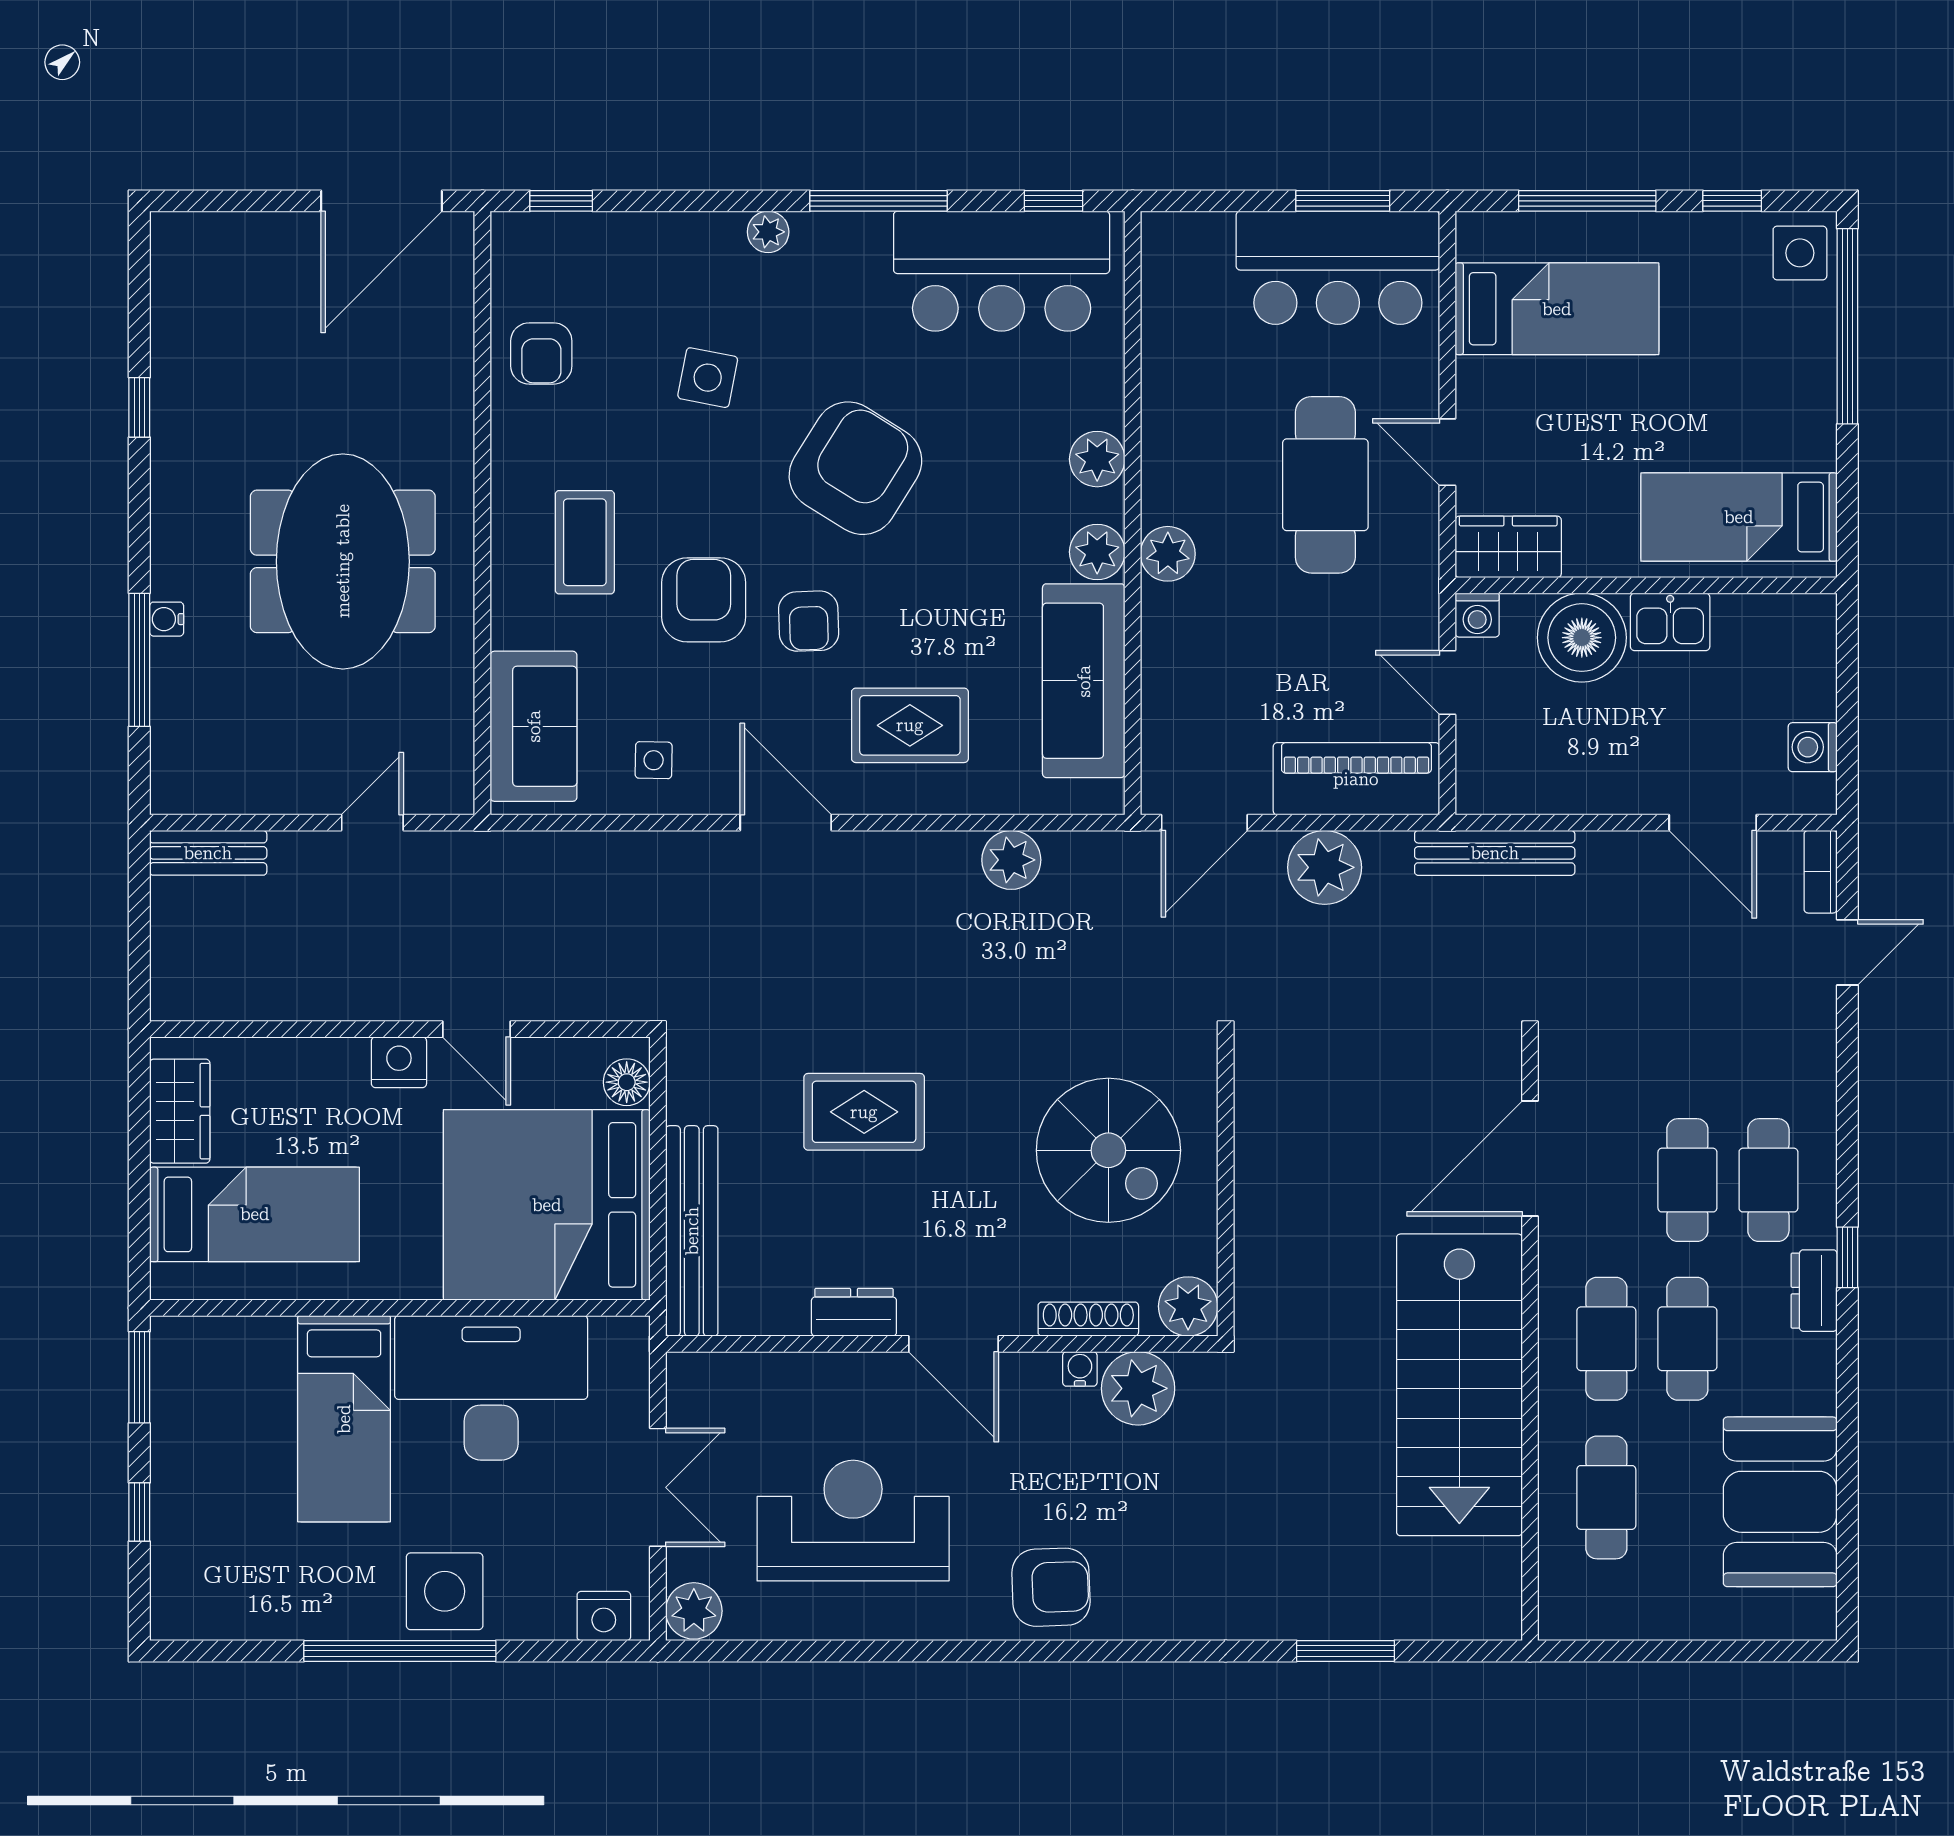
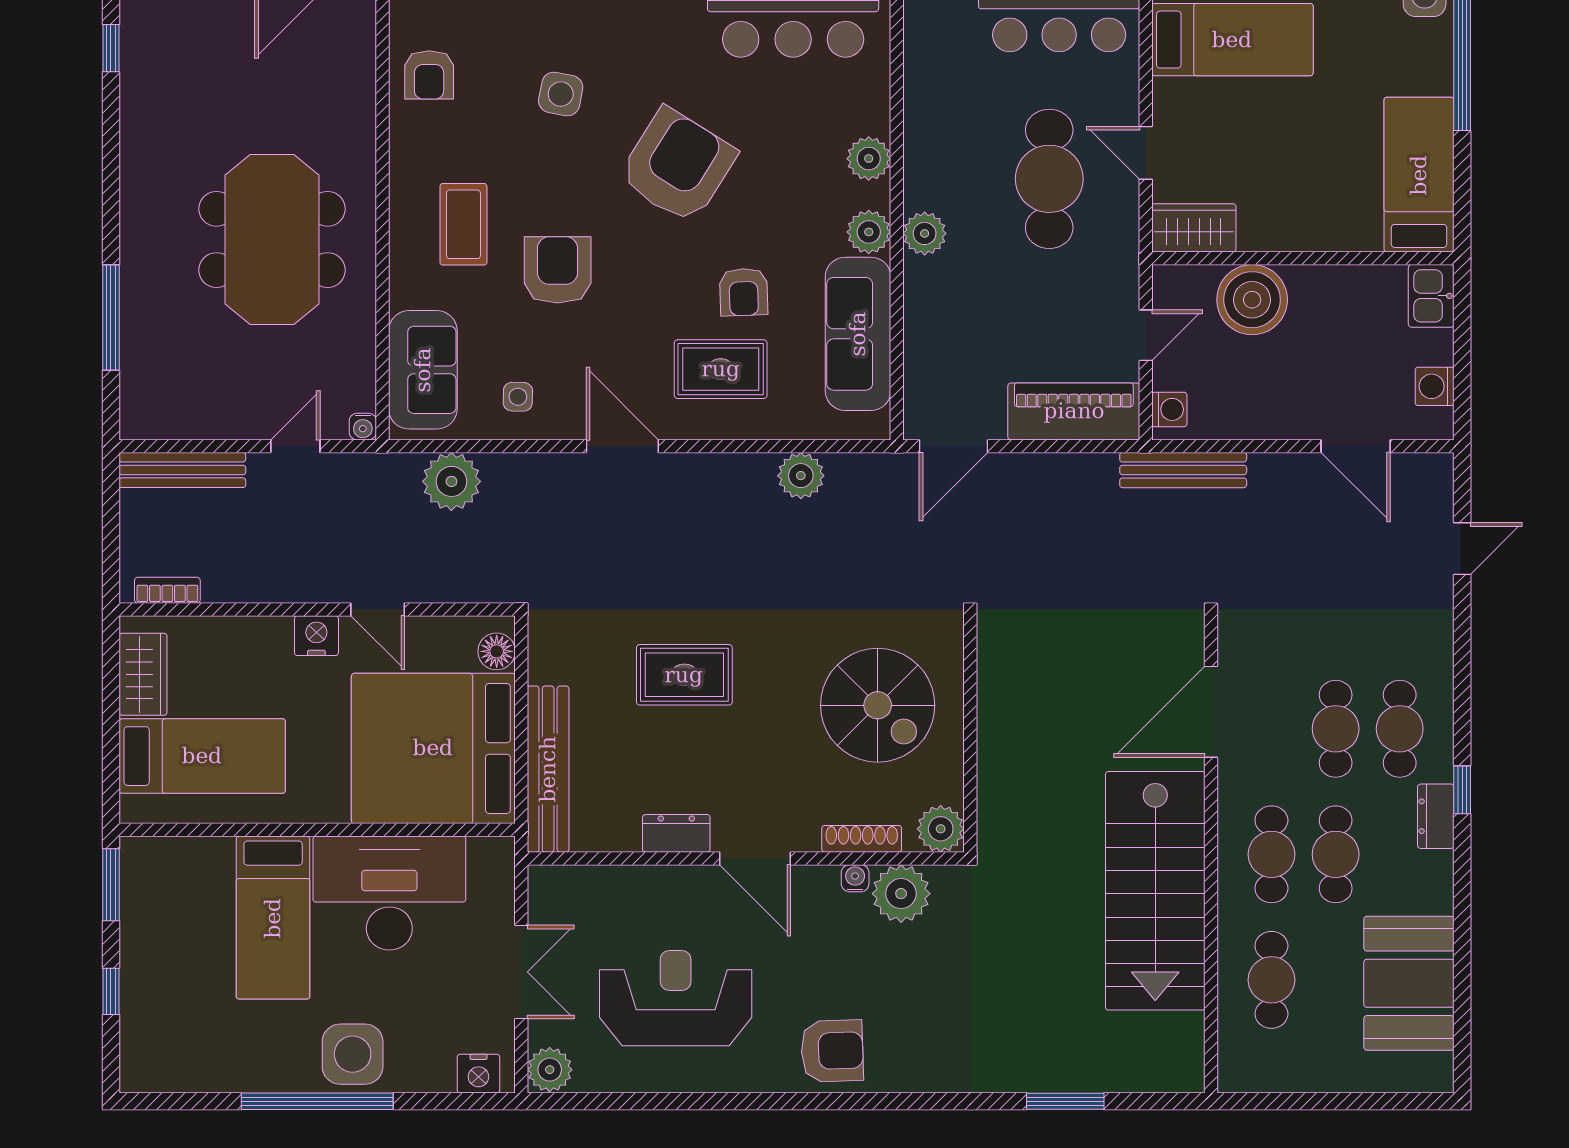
window: (139, 407) -> (111, 48), moved
bed: (1739, 517) -> (1419, 175), moved, turned 90
washing machine: (1477, 615) -> (1169, 409), moved, turned -90
water cooler: (167, 619) -> (363, 427), moved, turned -90
armchair: (809, 621) -> (744, 292), moved
kitchen sink: (1670, 622) -> (1431, 296), moved, turned 90
door: (1447, 683) -> (1146, 335), swing flipped
bench: (208, 853) -> (182, 470), width x1.36
plant: (1325, 867) -> (451, 481), moved
bookcase: (1821, 872) -> (167, 590), moved, turned 90

